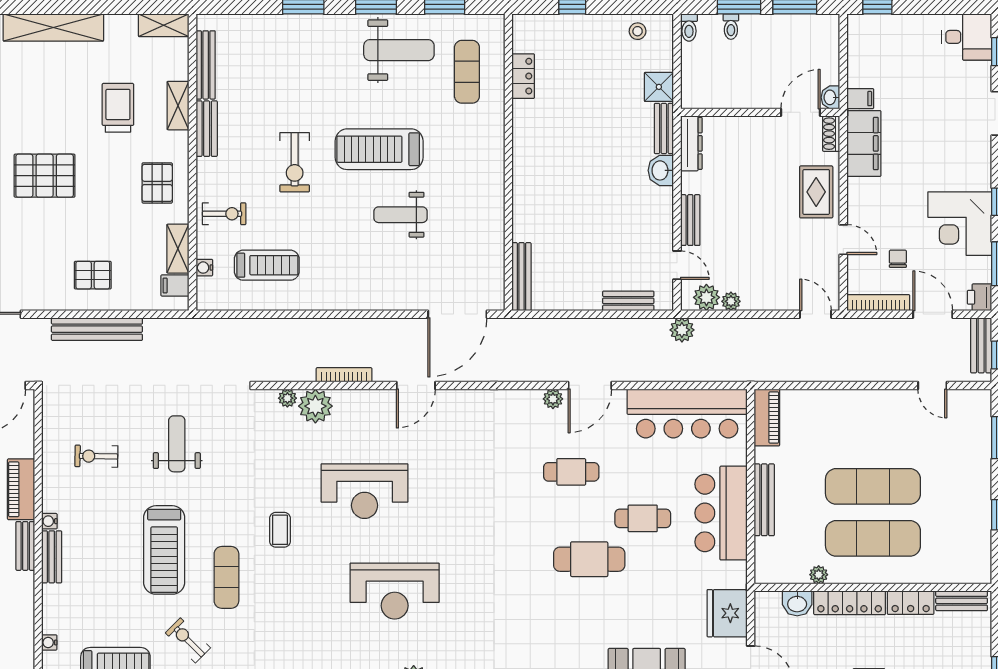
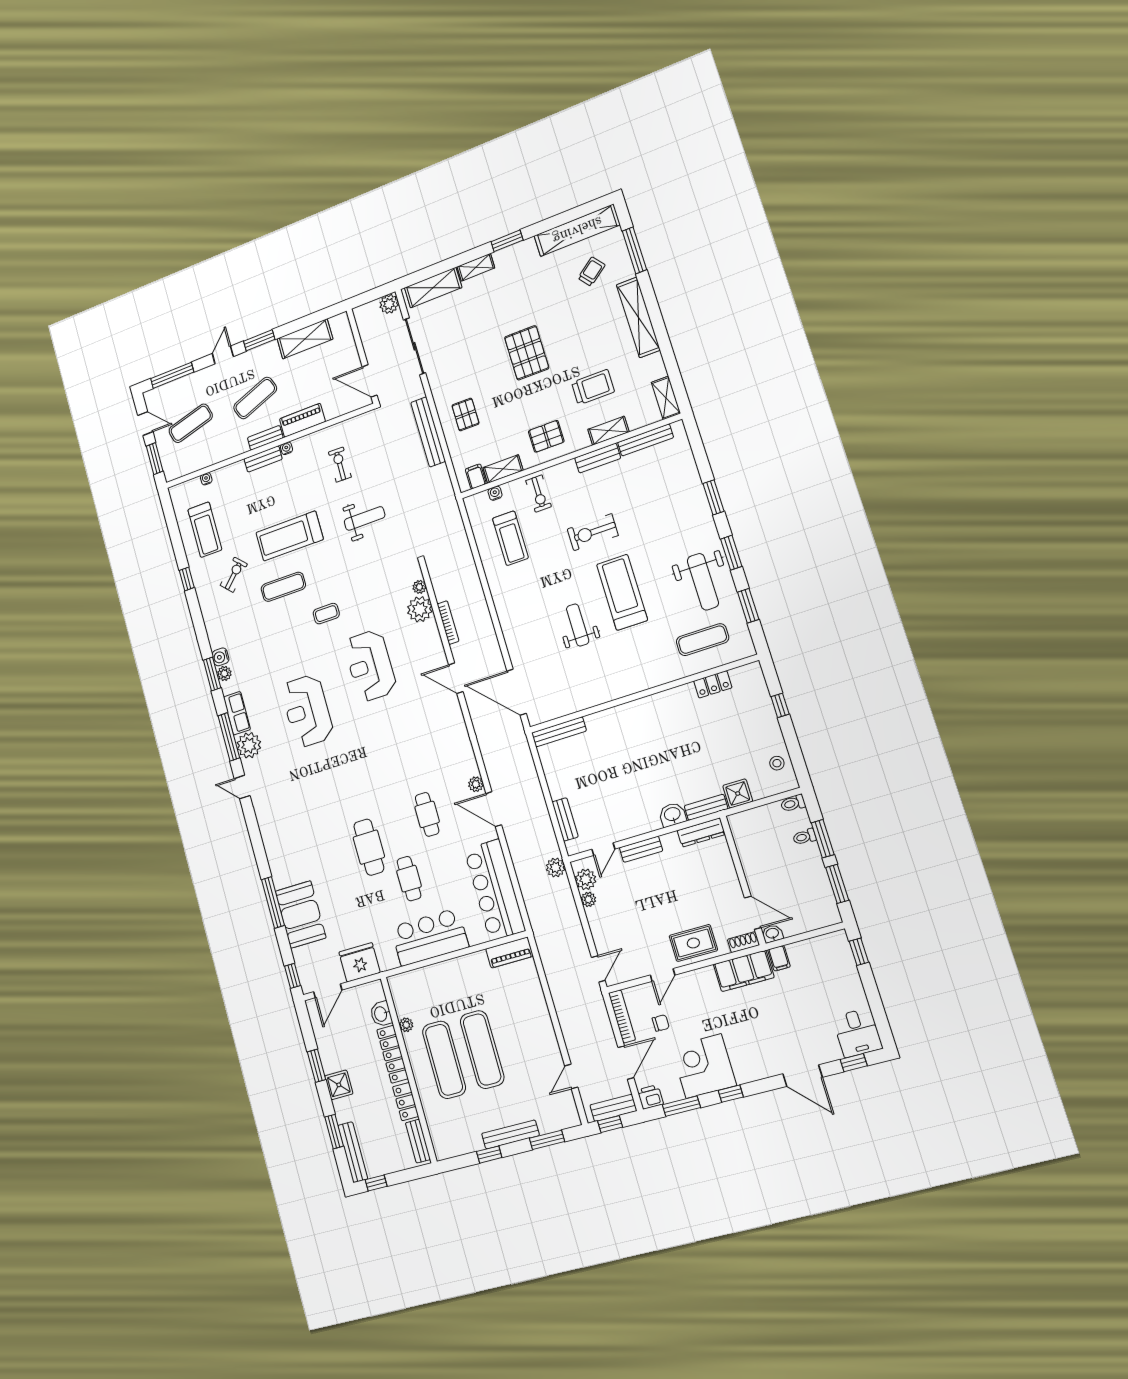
bench: (764, 500) -> (510, 1134), moved

